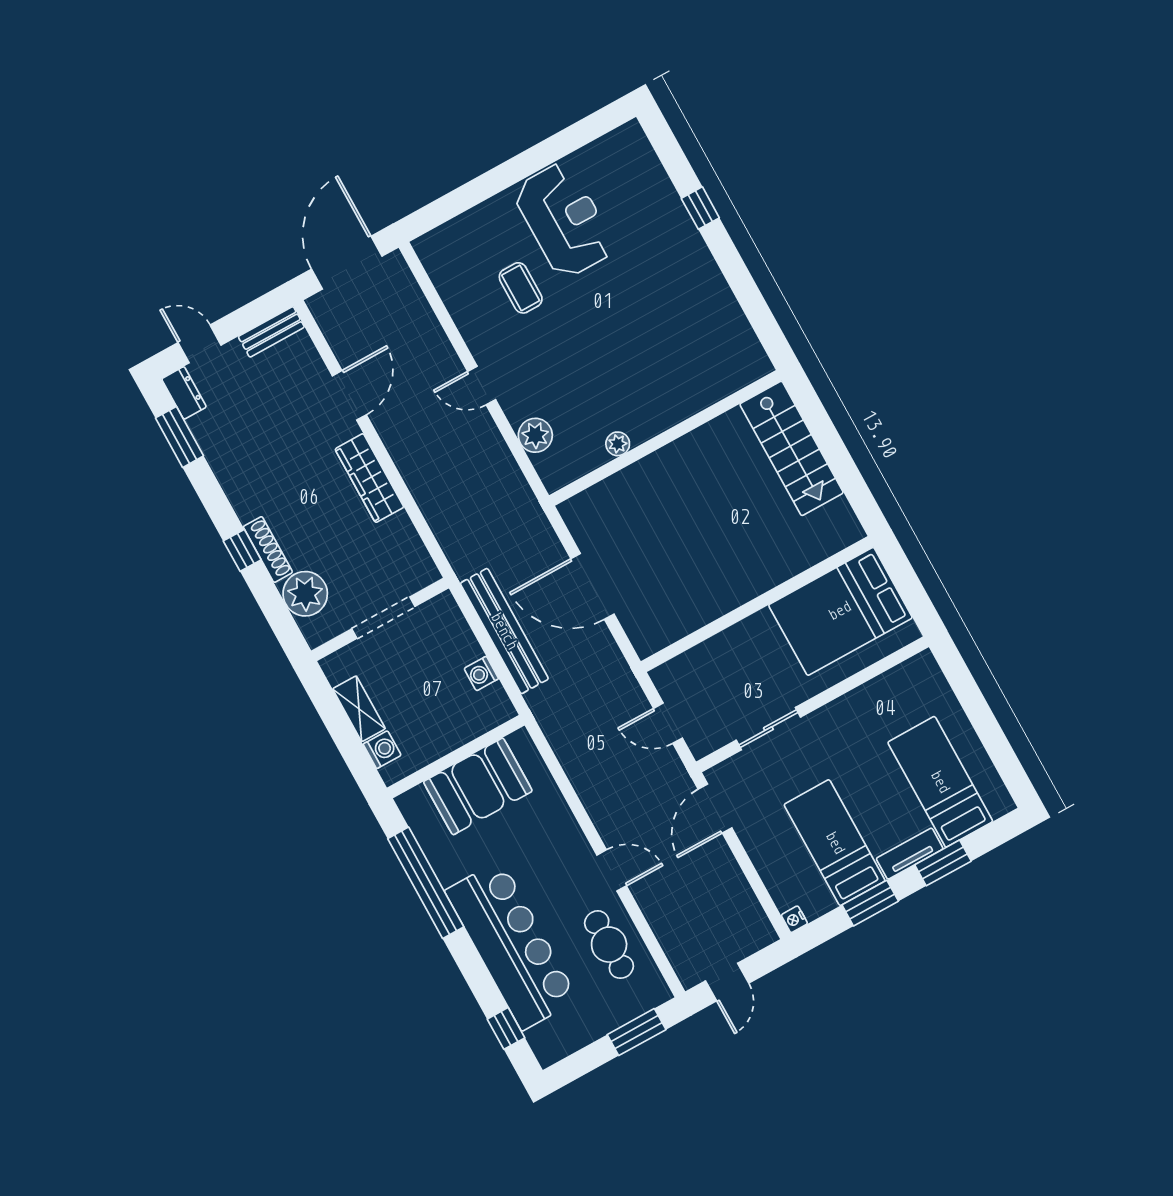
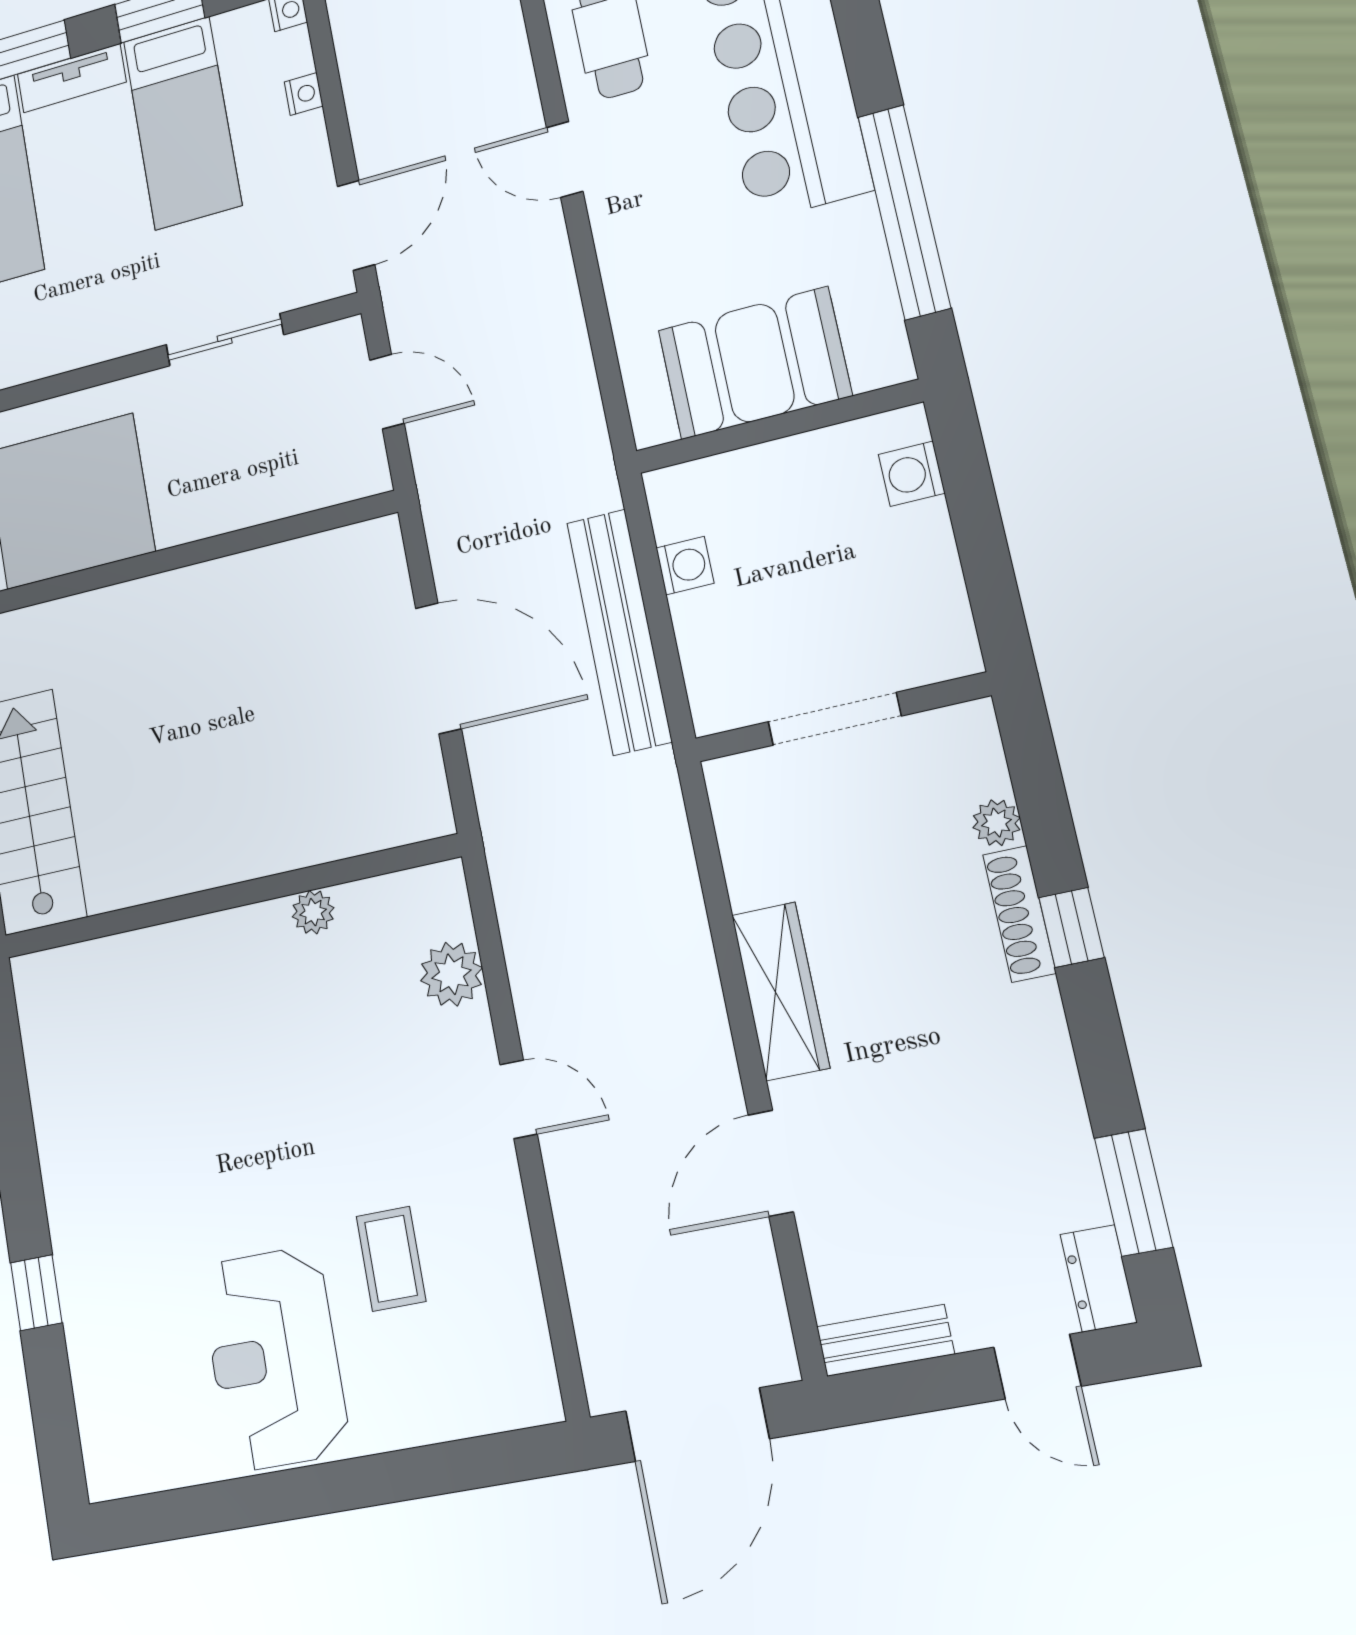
plant: (305, 594) -> (997, 823), width x0.53, depth x0.53
shelving: (359, 709) -> (933, 561), removed
nightstand: (769, 874) -> (304, 94), added

